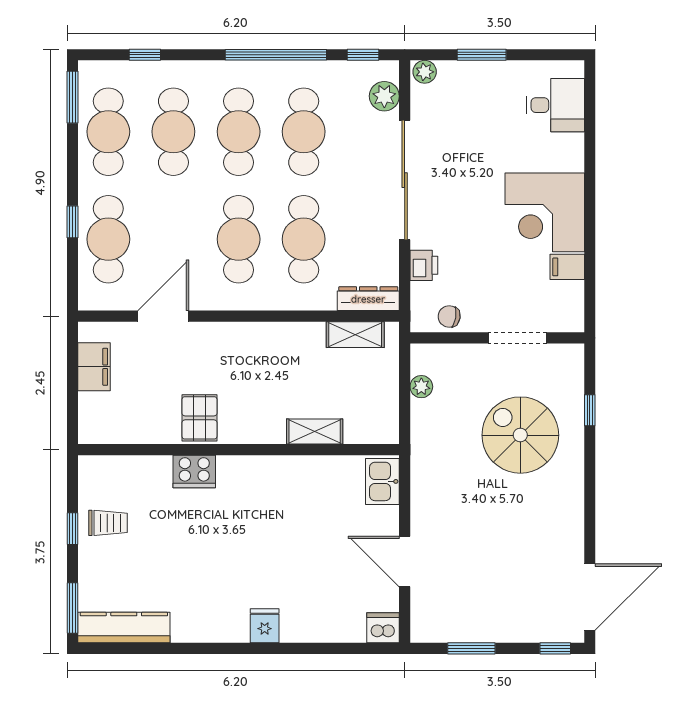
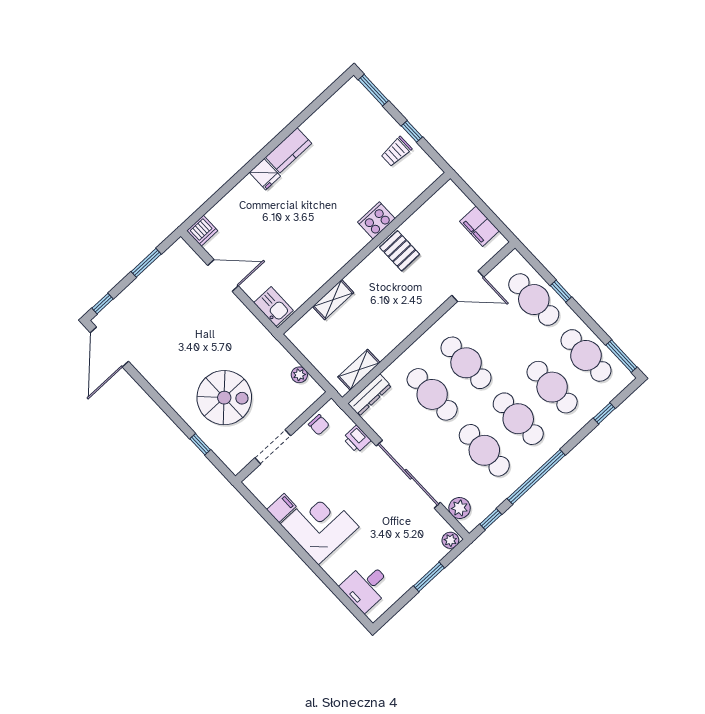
door: (163, 316) -> (468, 286), hinge flipped
chair: (449, 316) -> (319, 425), turned 81
kitchen counter: (124, 628) -> (288, 150), moved, width x0.67

